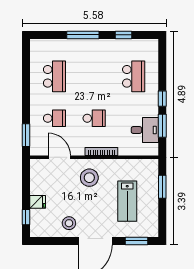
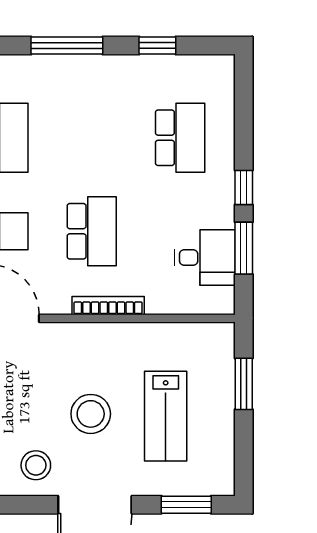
school desk: (94, 118) -> (92, 231), width x1.85
stool: (89, 178) -> (91, 414), moved

